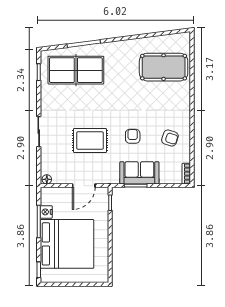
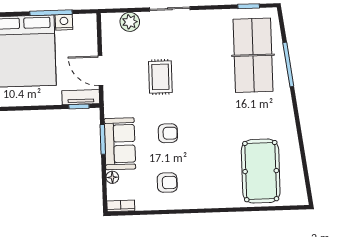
armchair: (170, 138) -> (167, 183), turned -108
rug: (90, 140) -> (160, 77), width x0.73, depth x0.70
plant: (48, 162) -> (130, 22), added
floor lamp: (47, 179) -> (112, 177), moved
tv unit: (103, 201) -> (81, 97), added

